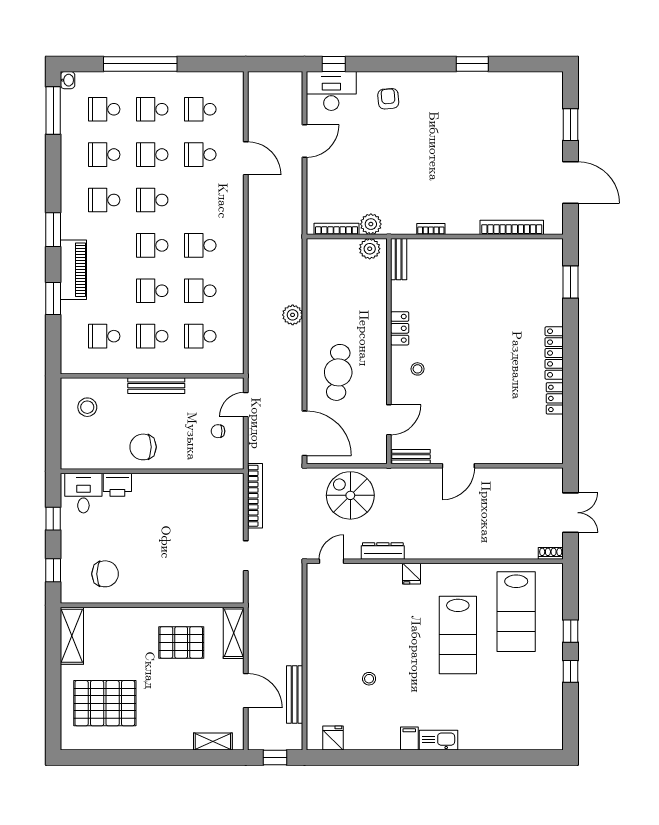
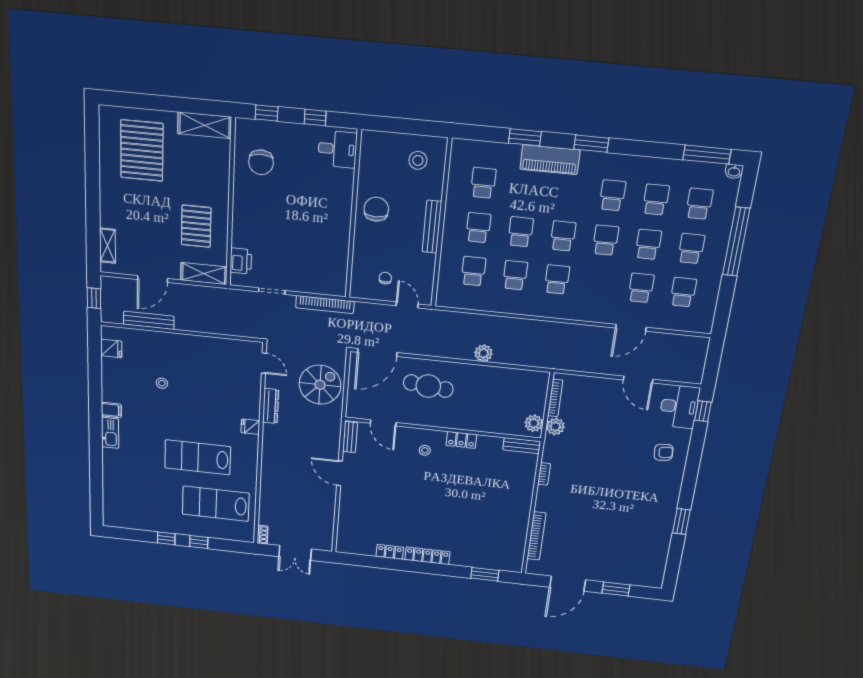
printer: (117, 485) -> (241, 261), moved, turned 180

